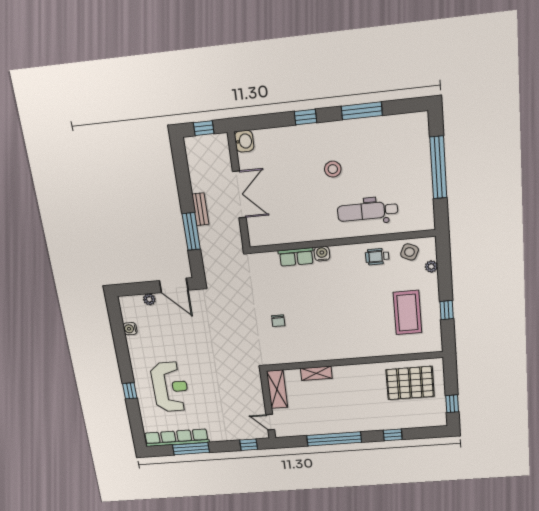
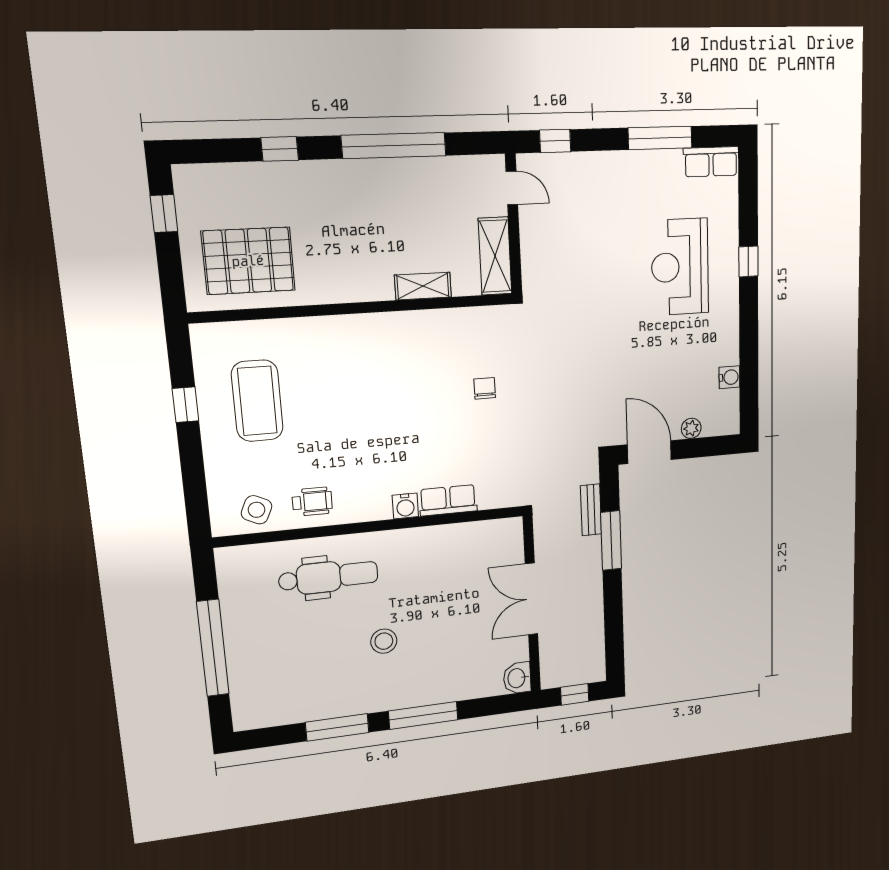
window: (305, 117) -> (423, 715), width x2.17
bench: (200, 209) -> (591, 510), moved
plant: (431, 266) -> (217, 485), removed
row of seats: (176, 438) -> (711, 162), width x0.50

